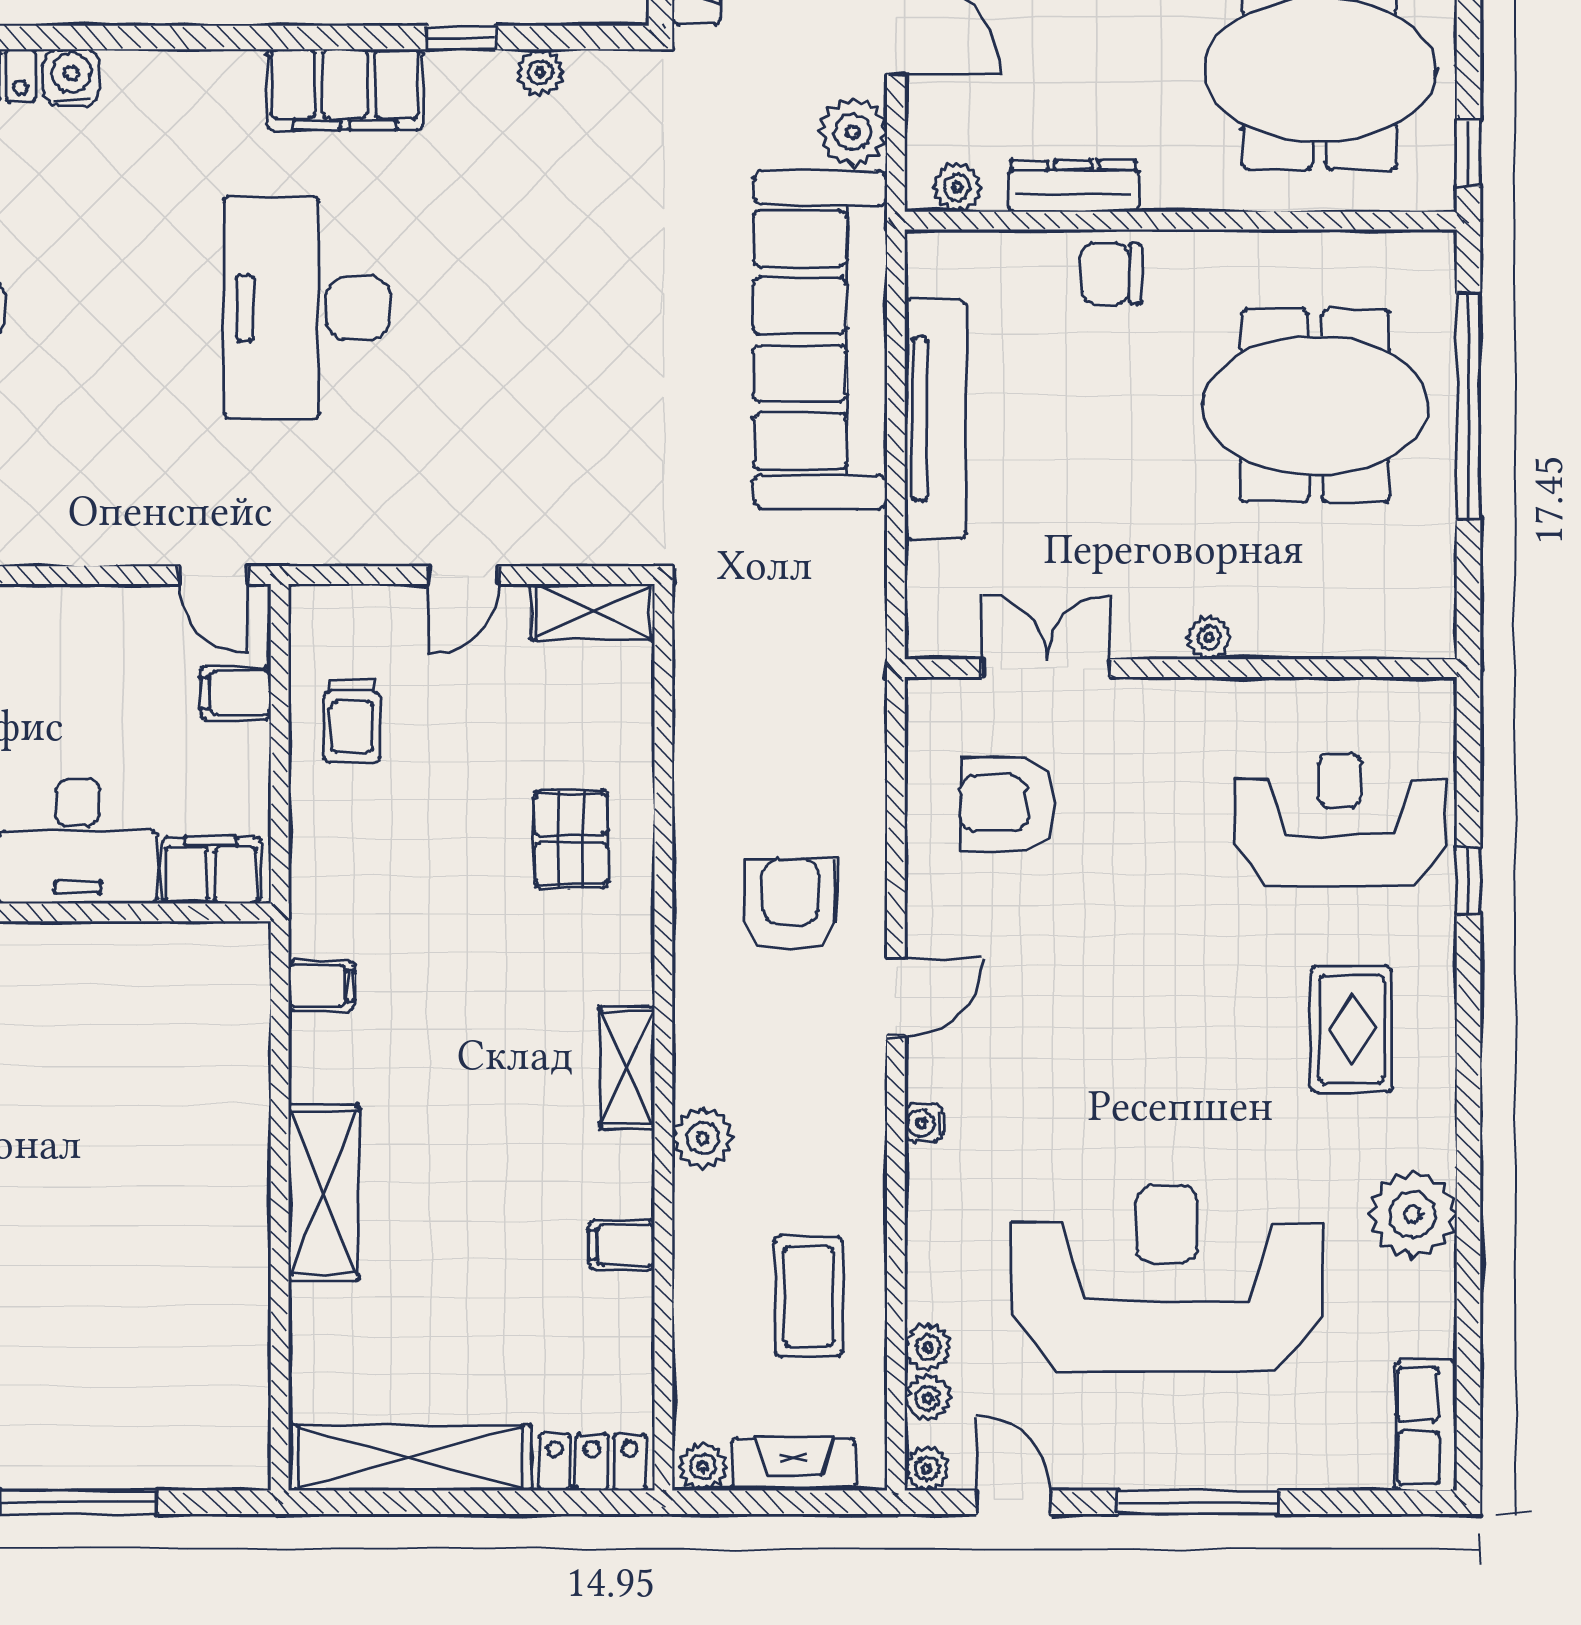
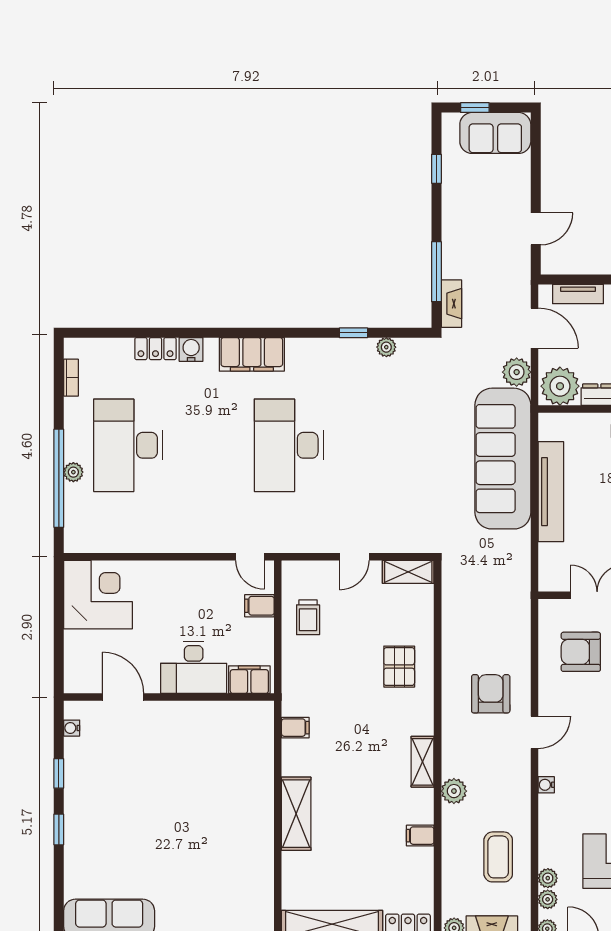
filing cabinet: (345, 90) -> (252, 354), moved
plant: (957, 187) -> (560, 386), width x1.87, depth x1.87

